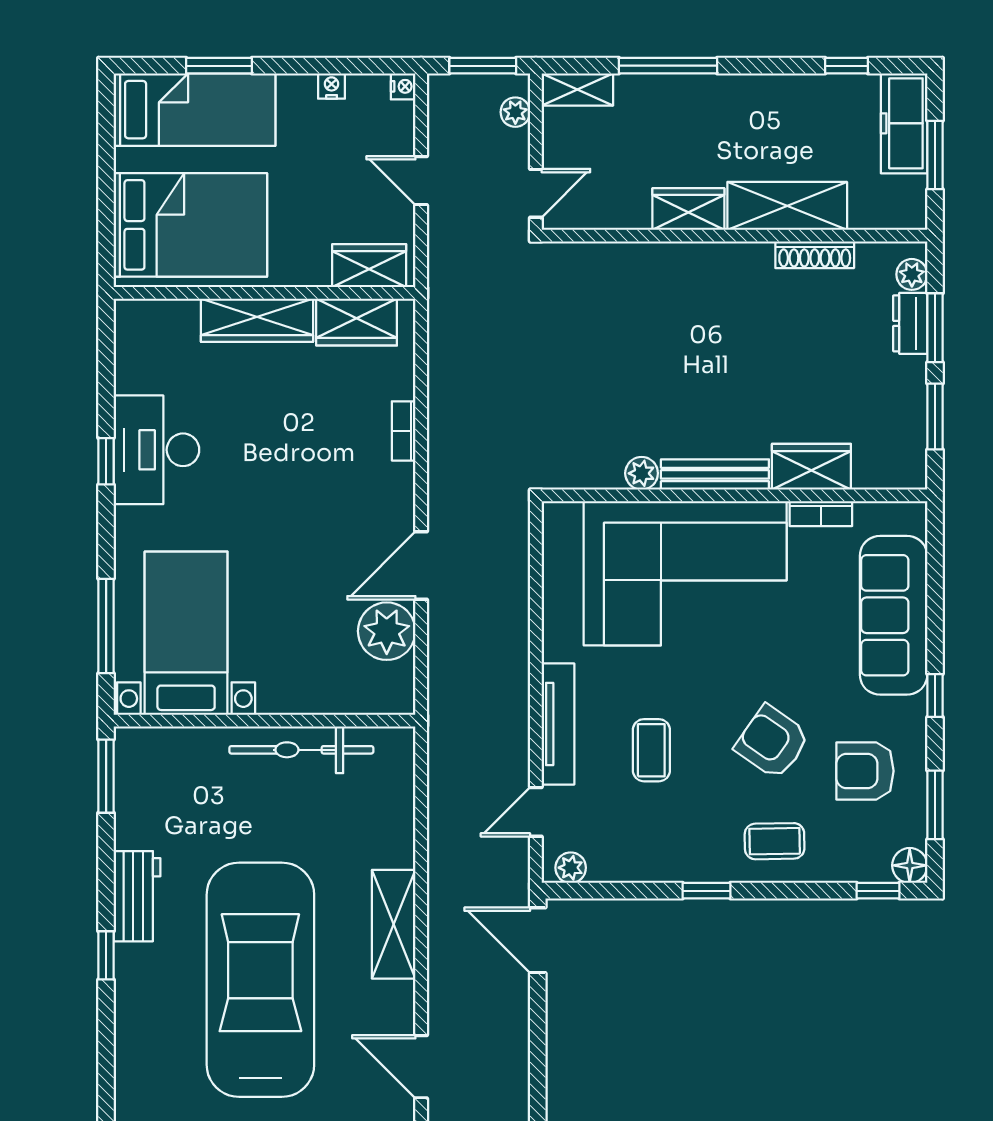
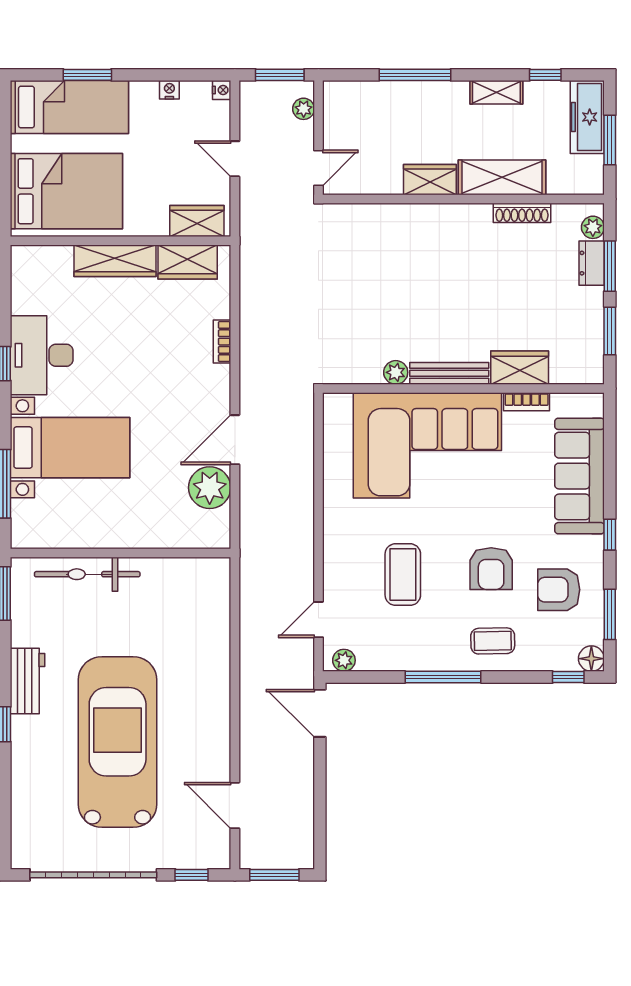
shelving: (577, 89) -> (496, 92), moved
bed with nightstands: (186, 633) -> (70, 448), moved, turned 90
tv unit: (558, 724) -> (335, 555), removed
armchair: (772, 742) -> (491, 569), turned -125
bicycle: (301, 750) -> (87, 574), moved
coffee table: (651, 750) -> (403, 575), width x1.36, depth x1.30
window: (707, 891) -> (443, 677), width x2.17
shelving: (394, 924) -> (215, 702), removed

